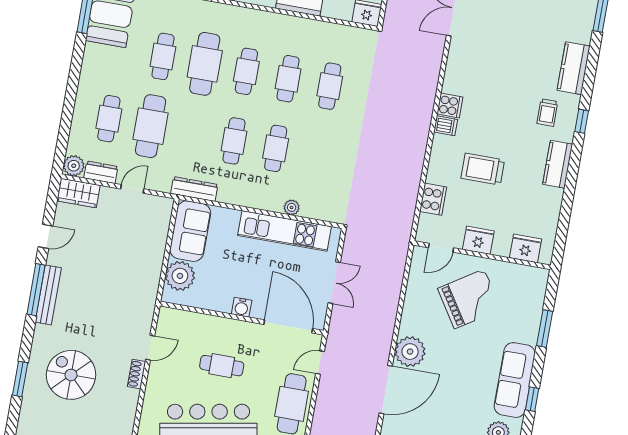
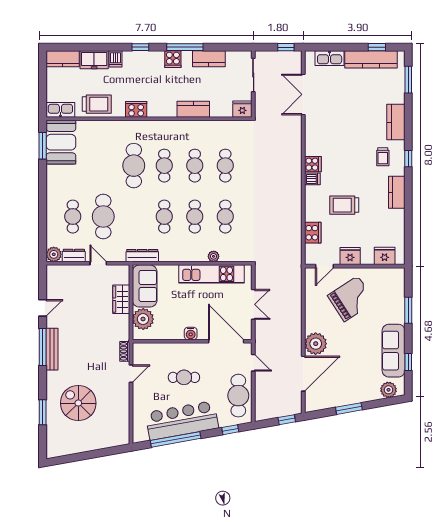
cafe table: (163, 56) -> (225, 217), moved
door: (132, 189) -> (98, 263), hinge flipped
wardrobe: (78, 193) -> (121, 299), moved, turned 90
door: (320, 363) -> (253, 363), swing flipped
shoe rack: (137, 374) -> (125, 351), moved

